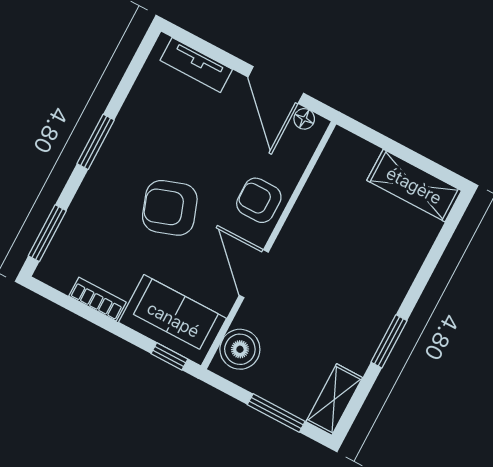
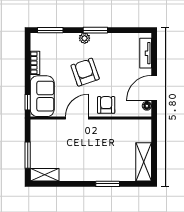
plant: (101, 173) -> (85, 38), added
window: (389, 341) -> (108, 184), moved
boiler: (240, 349) -> (45, 128), removed

